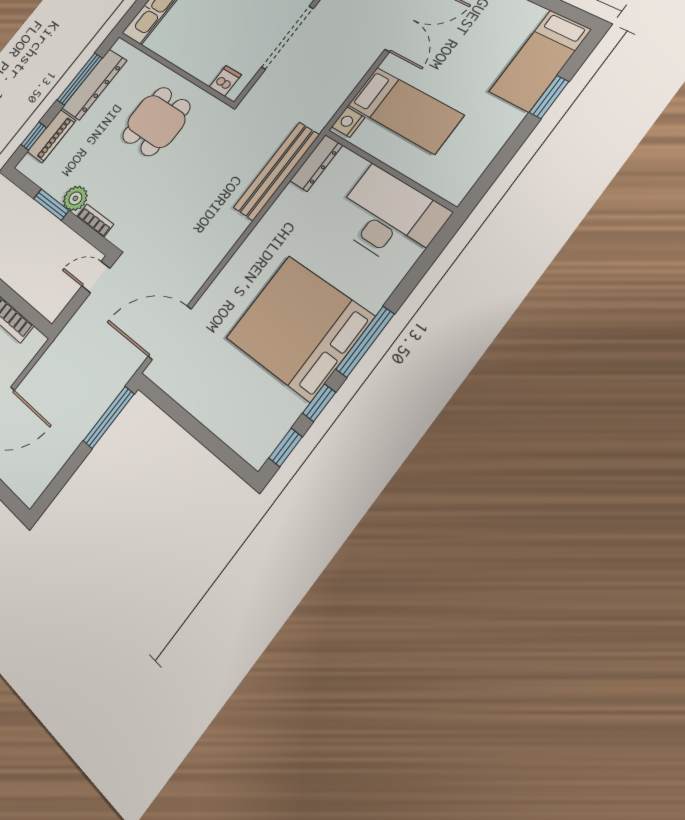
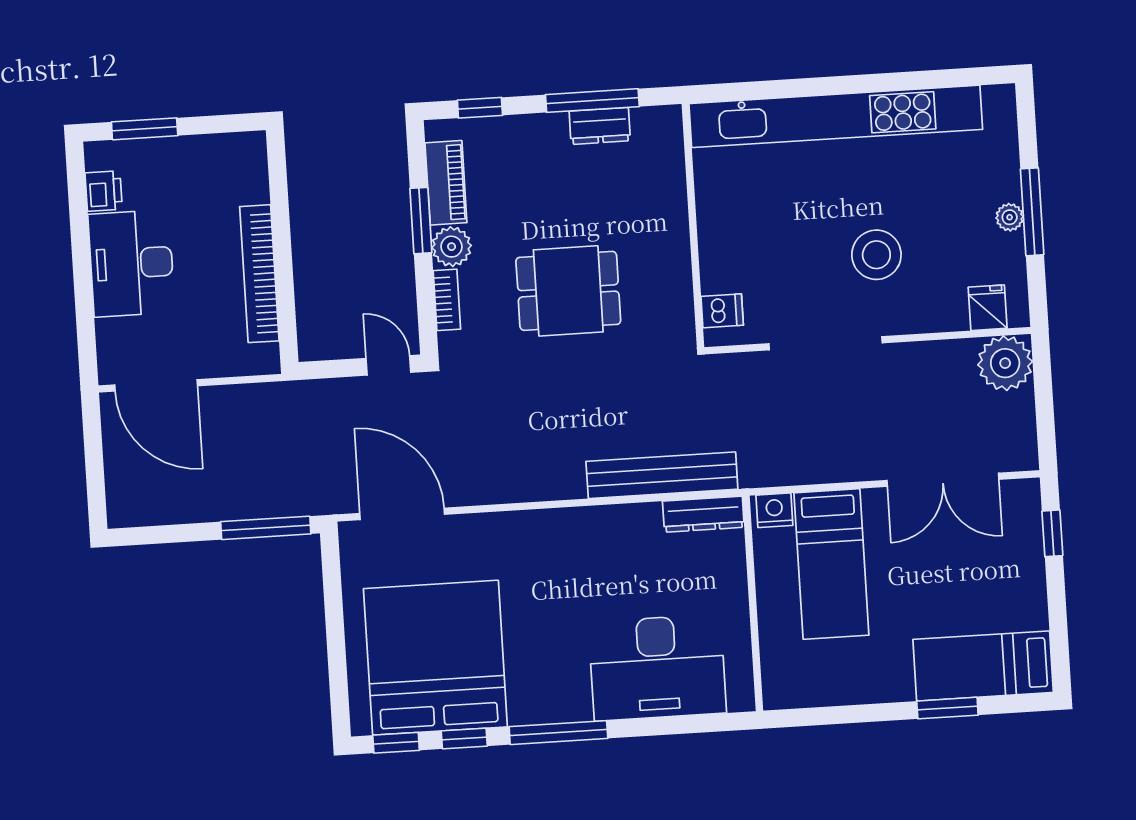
dresser: (94, 84) -> (600, 126), width x0.51, depth x0.80
dining table: (156, 121) -> (568, 291), moved
piano: (51, 136) -> (446, 183), moved, turned -90
desk: (389, 217) -> (657, 668), moved, turned 90
bed: (299, 327) -> (435, 658), moved

